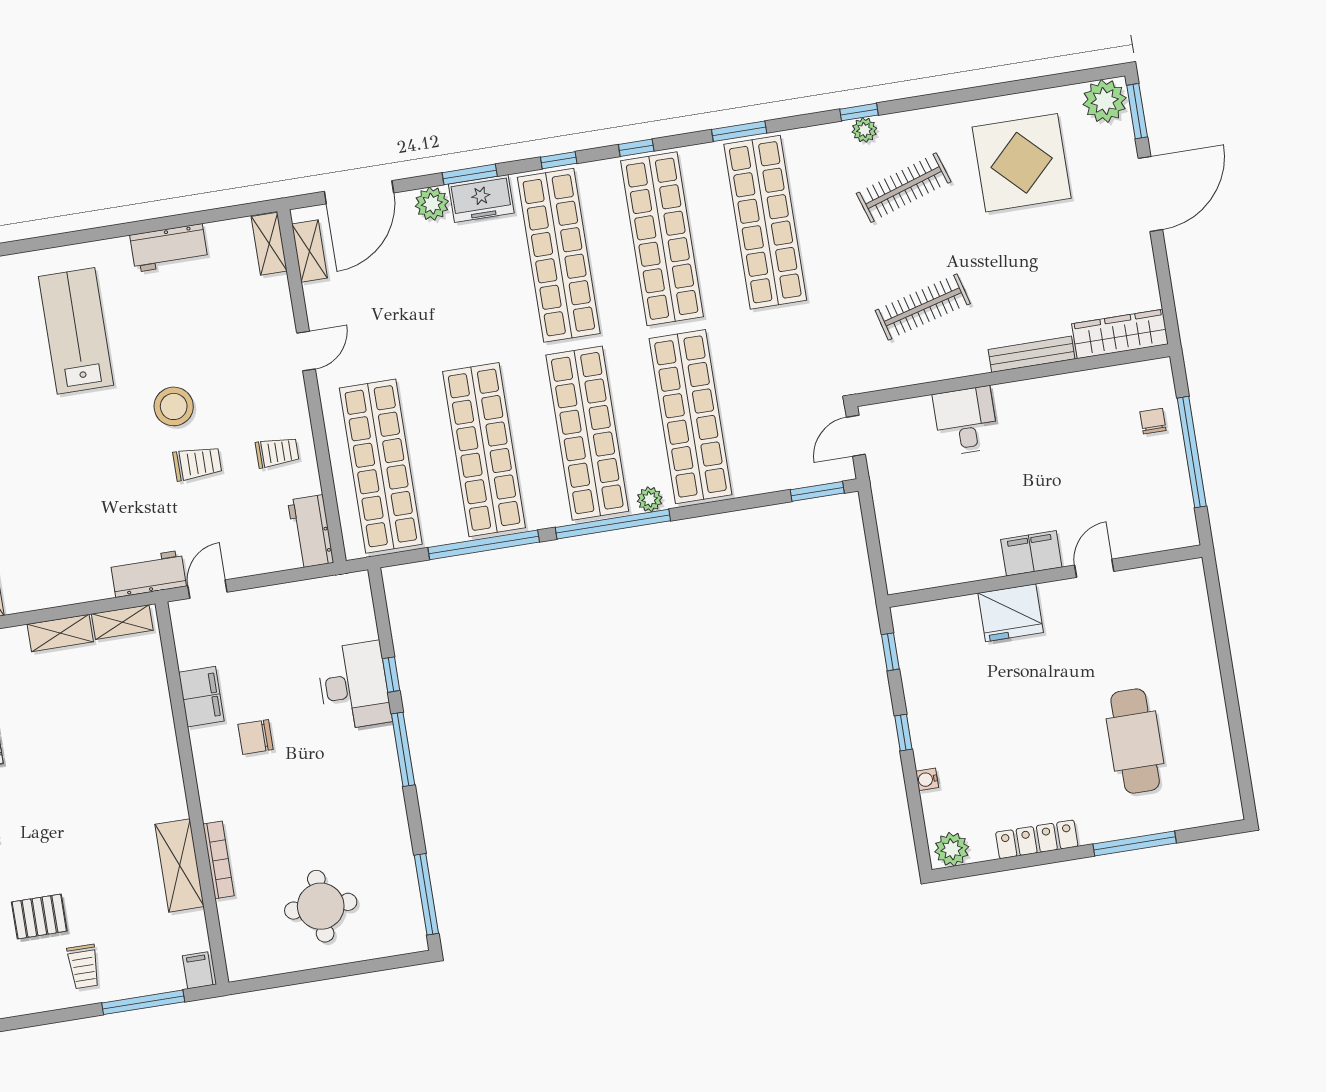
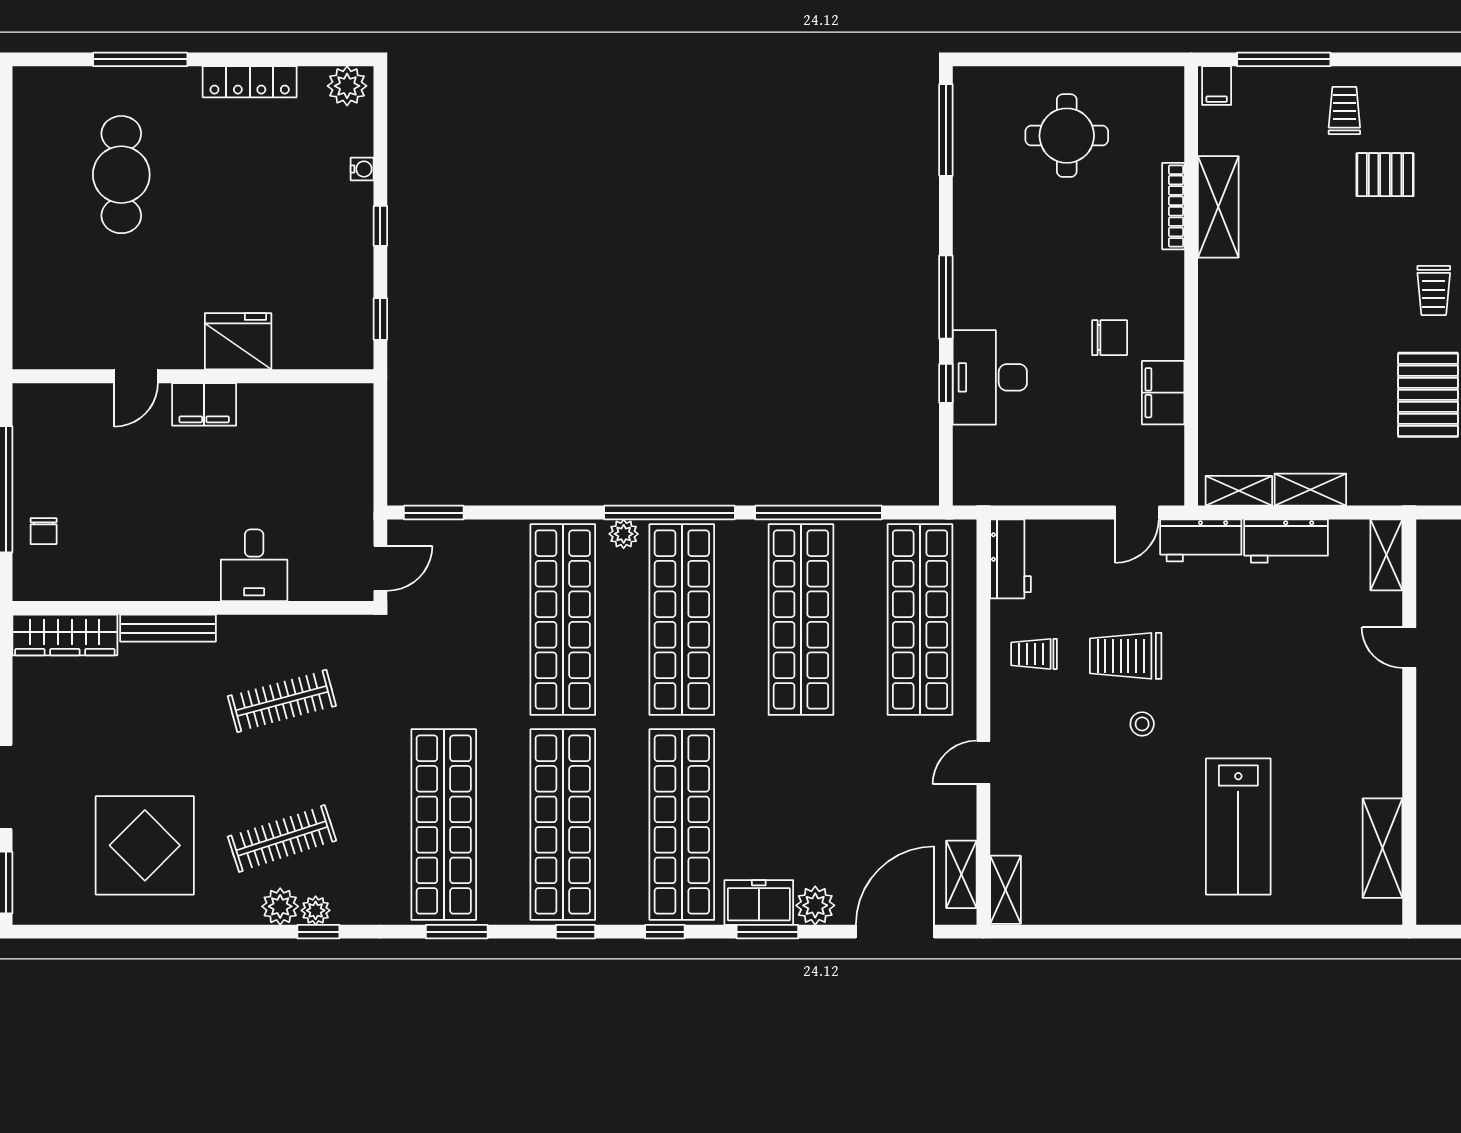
plant: (1105, 101) -> (280, 906), moved, width x0.73, depth x0.73
workbench: (169, 248) -> (1286, 541), moved, turned 180
stool: (174, 406) -> (1142, 724), width x0.53, depth x0.53
trolley: (197, 463) -> (1126, 656), width x1.36, depth x1.39

